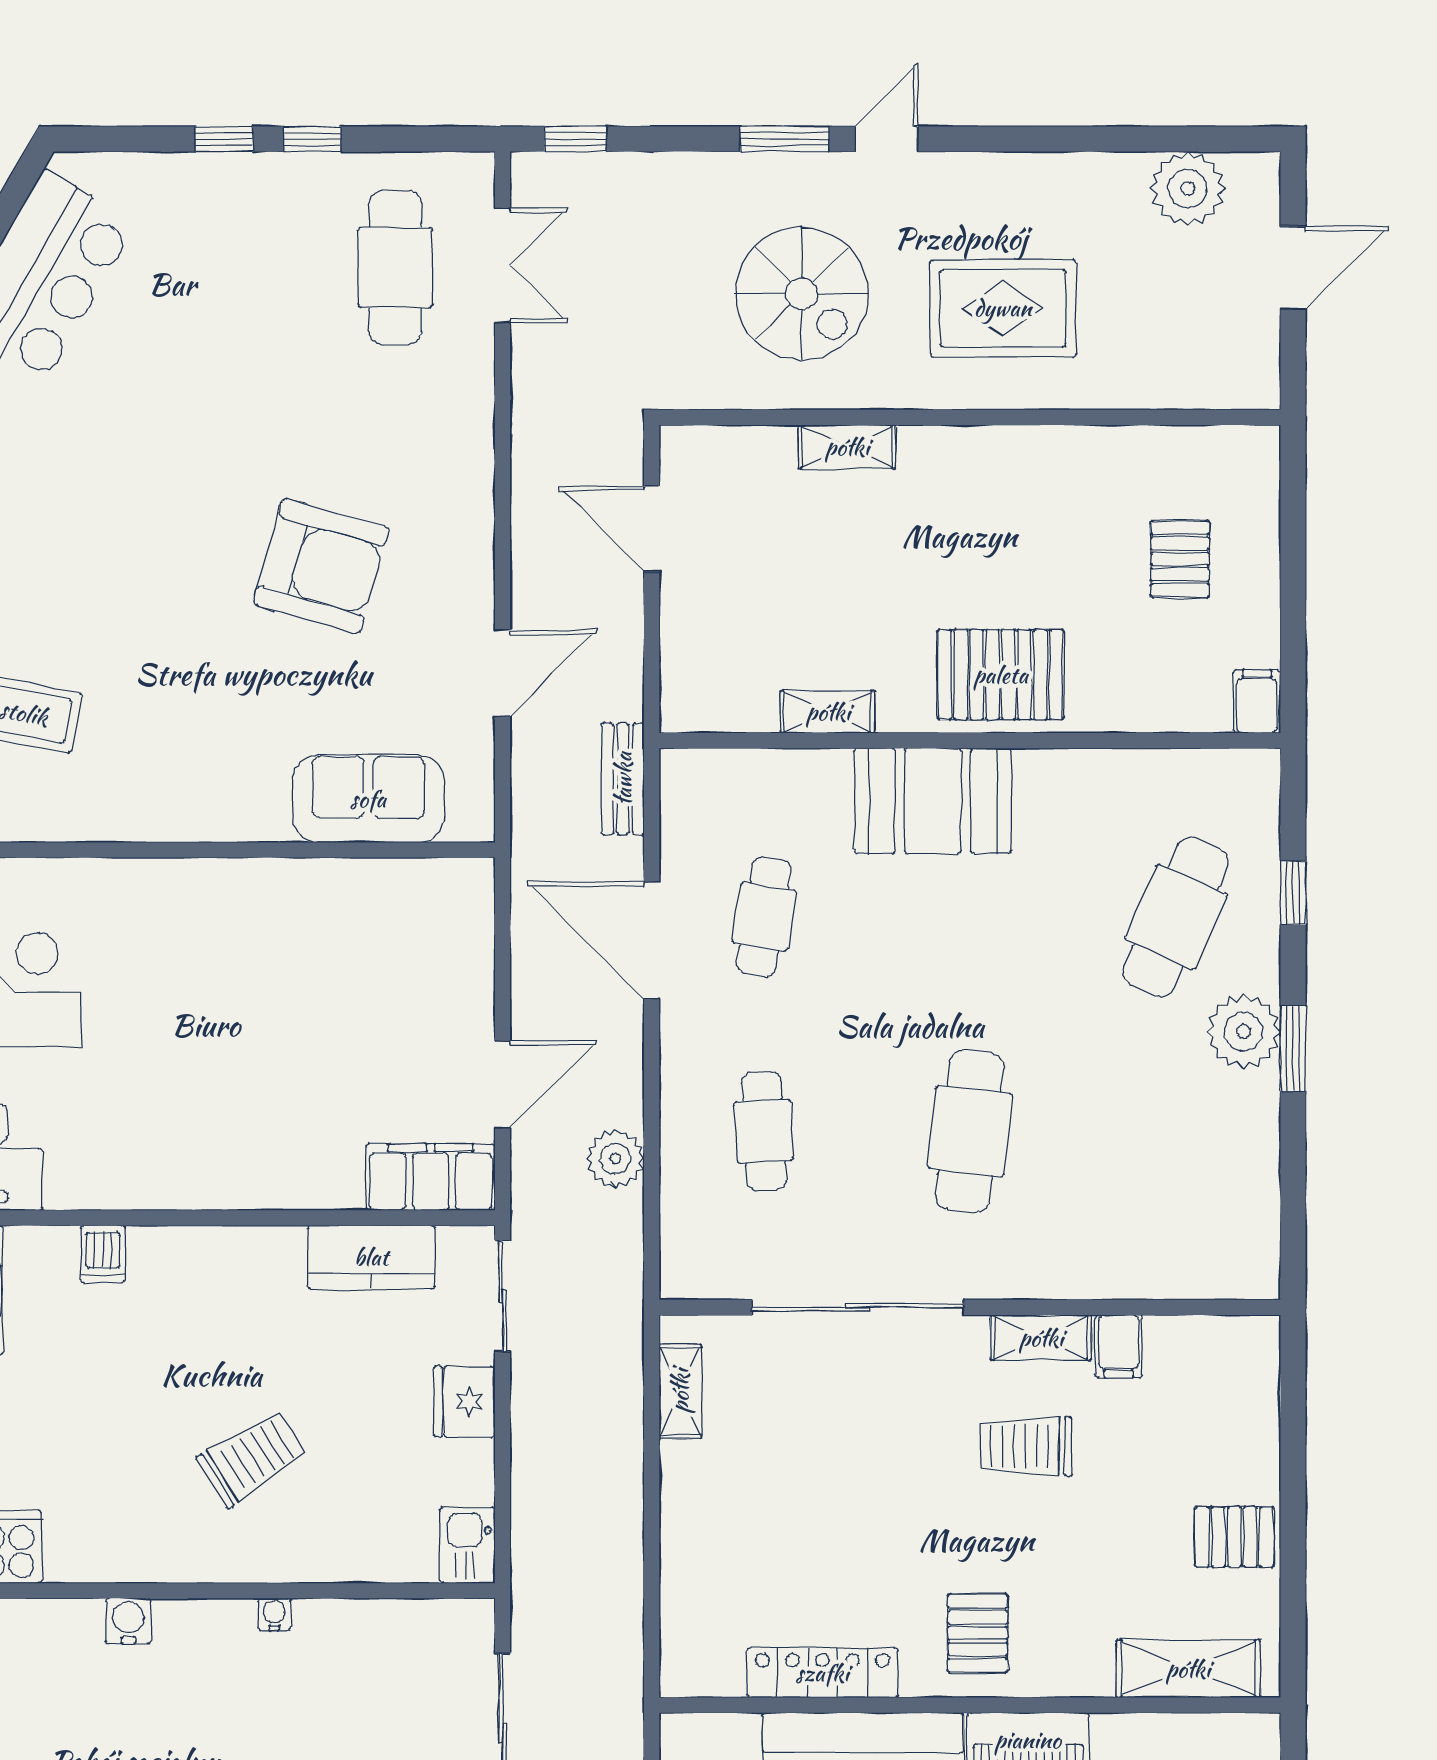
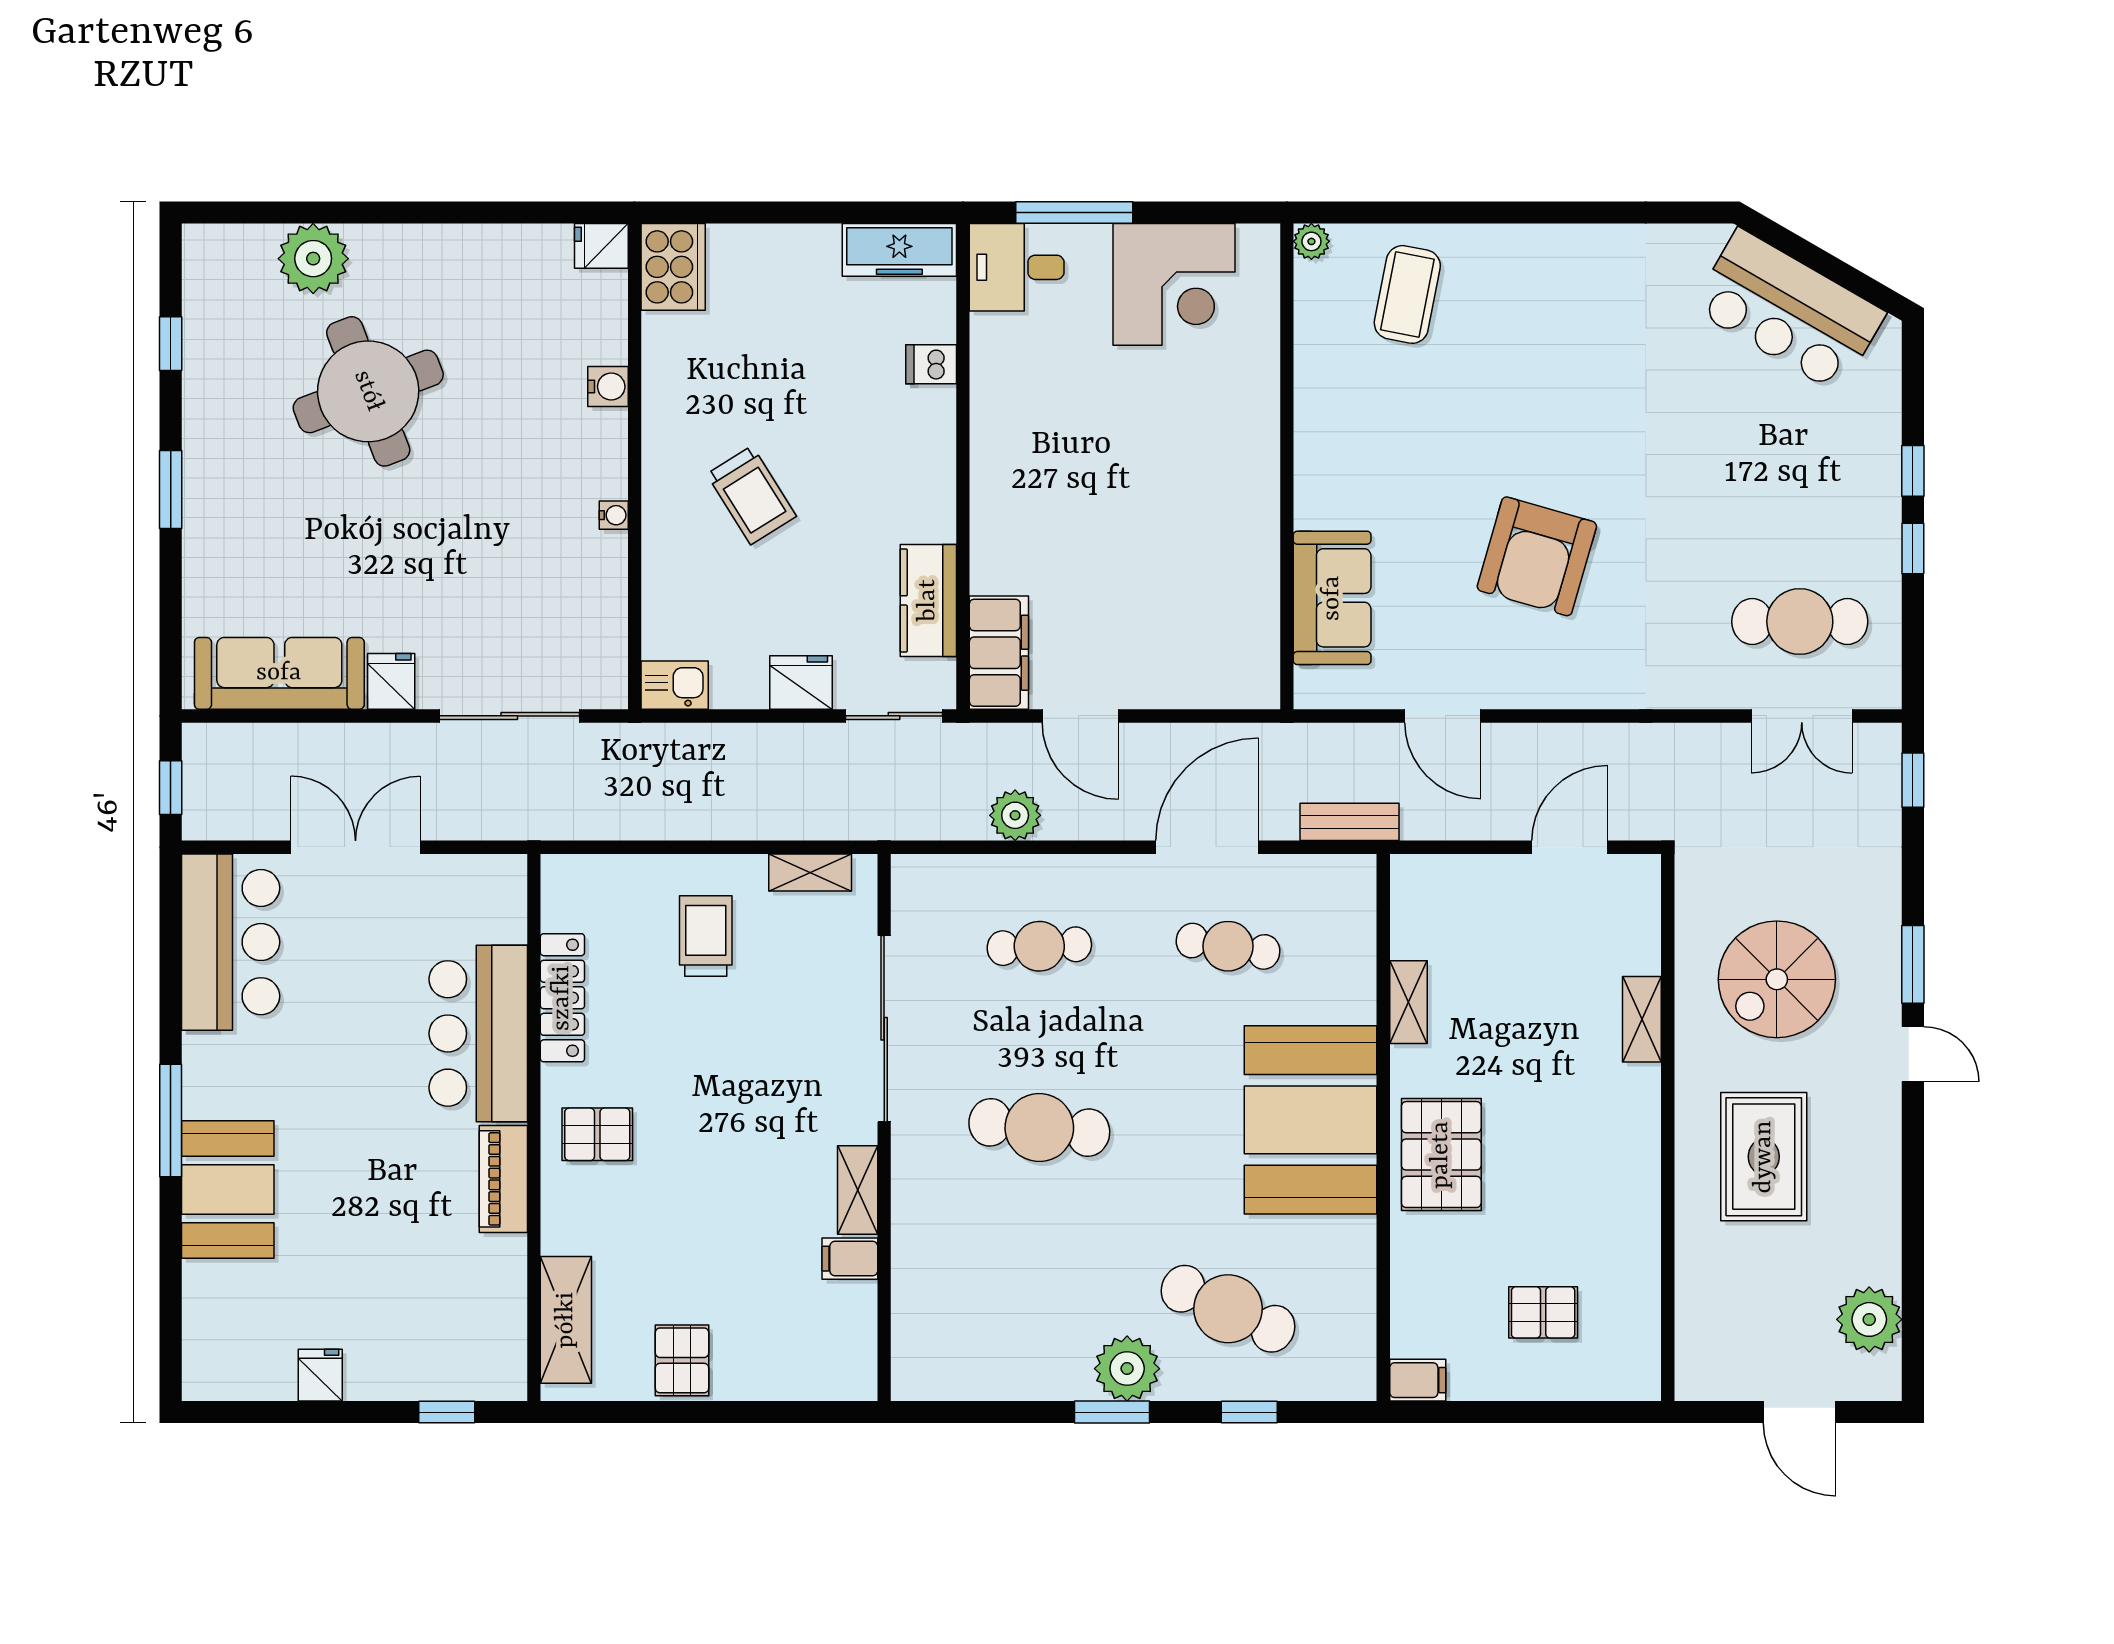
booth: (933, 801) -> (1311, 1120), width x1.36, depth x1.42
trolley: (1026, 1446) -> (706, 936), moved

